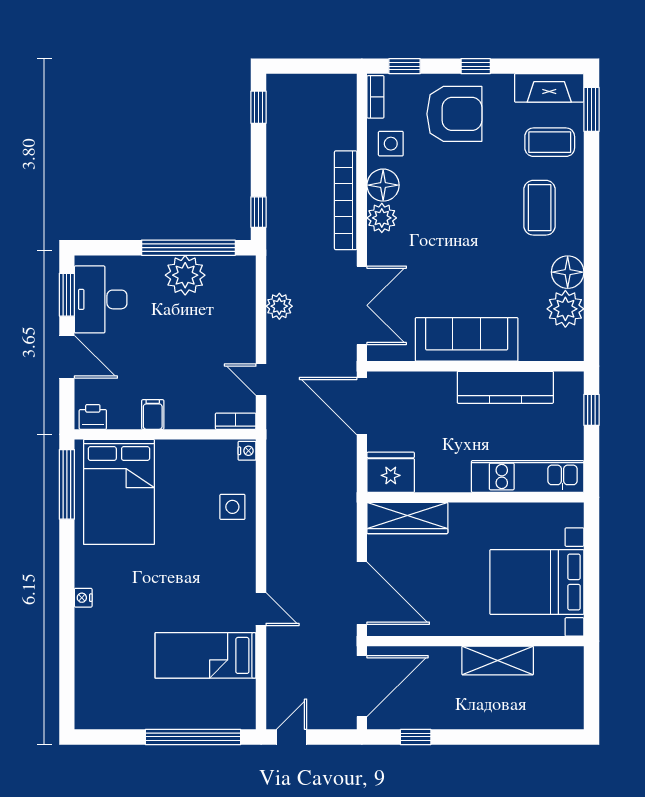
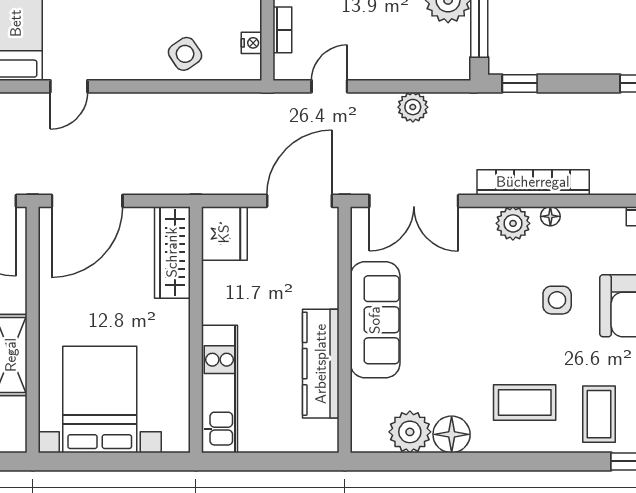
side table: (391, 144) -> (557, 300), moved
floor lamp: (383, 185) -> (550, 216), width x0.53, depth x0.53
window: (591, 410) -> (295, 461), removed
bookcase: (236, 421) -> (282, 30), moved
nightstand: (247, 451) -> (251, 43), moved, turned -90
side table: (232, 507) -> (185, 54), turned -34

